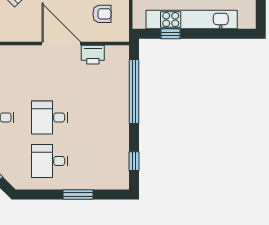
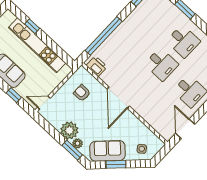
window: (170, 34) -> (32, 26), moved
printer: (93, 55) -> (97, 66), moved

